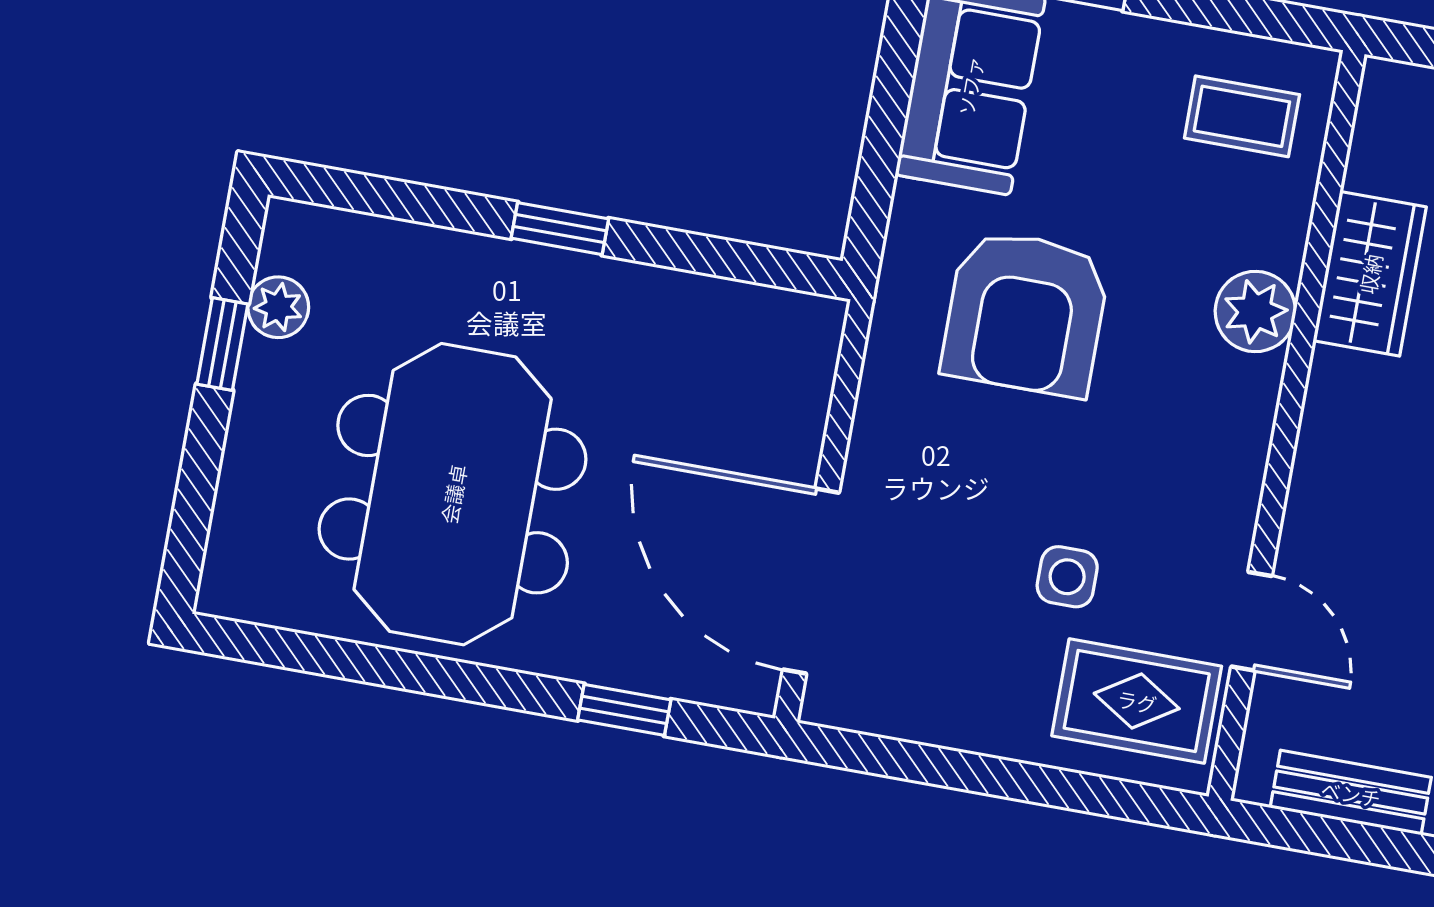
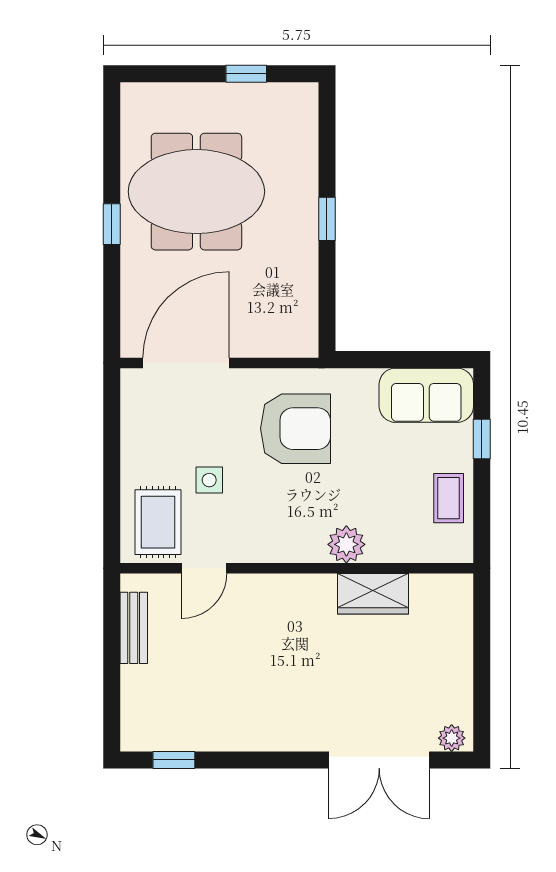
coffee table: (1242, 116) -> (449, 498), moved
plant: (278, 307) -> (268, 96), removed
armchair: (1026, 313) -> (295, 429), moved, turned 180
window: (624, 710) -> (112, 224), moved

